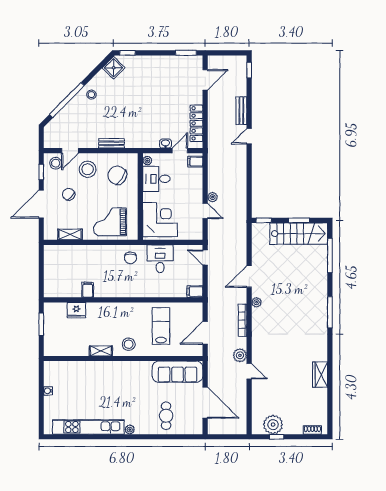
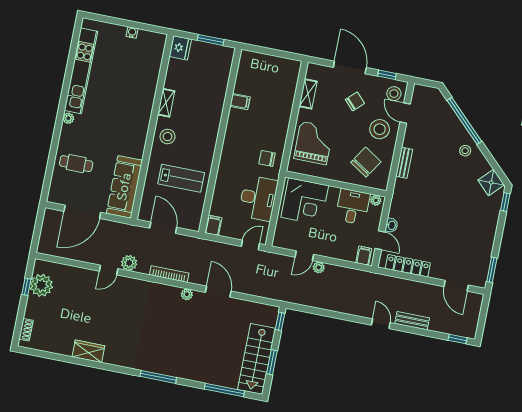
desk: (160, 259) -> (258, 198), width x1.37
fridge: (76, 310) -> (180, 48), moved, turned 180

